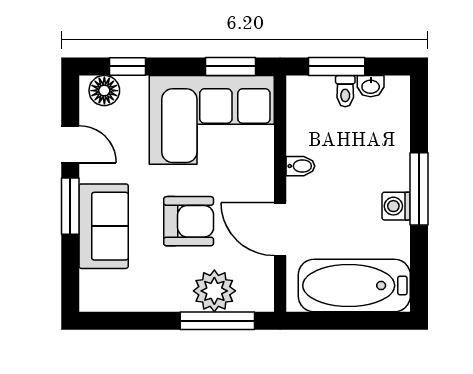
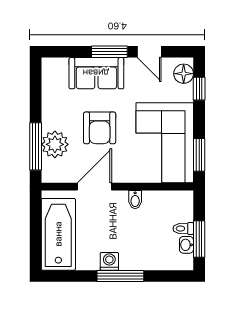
window: (337, 66) -> (199, 239), moved
door: (70, 144) -> (149, 52), hinge flipped

